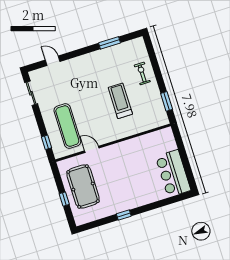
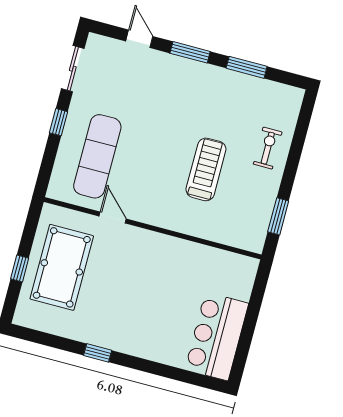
window: (80, 52) -> (190, 52), added
window: (46, 142) -> (59, 122), moved

